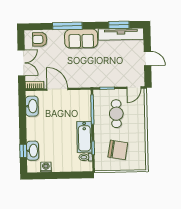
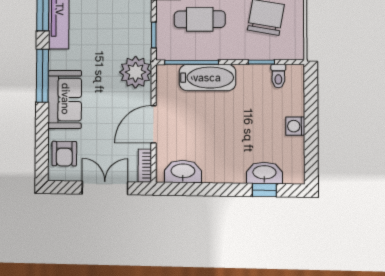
window: (67, 26) -> (42, 76), moved
sofa: (81, 39) -> (65, 99), moved
plant: (86, 78) -> (135, 72), added
bathtub: (84, 137) -> (207, 78), moved
washing machine: (46, 167) -> (295, 126), moved

